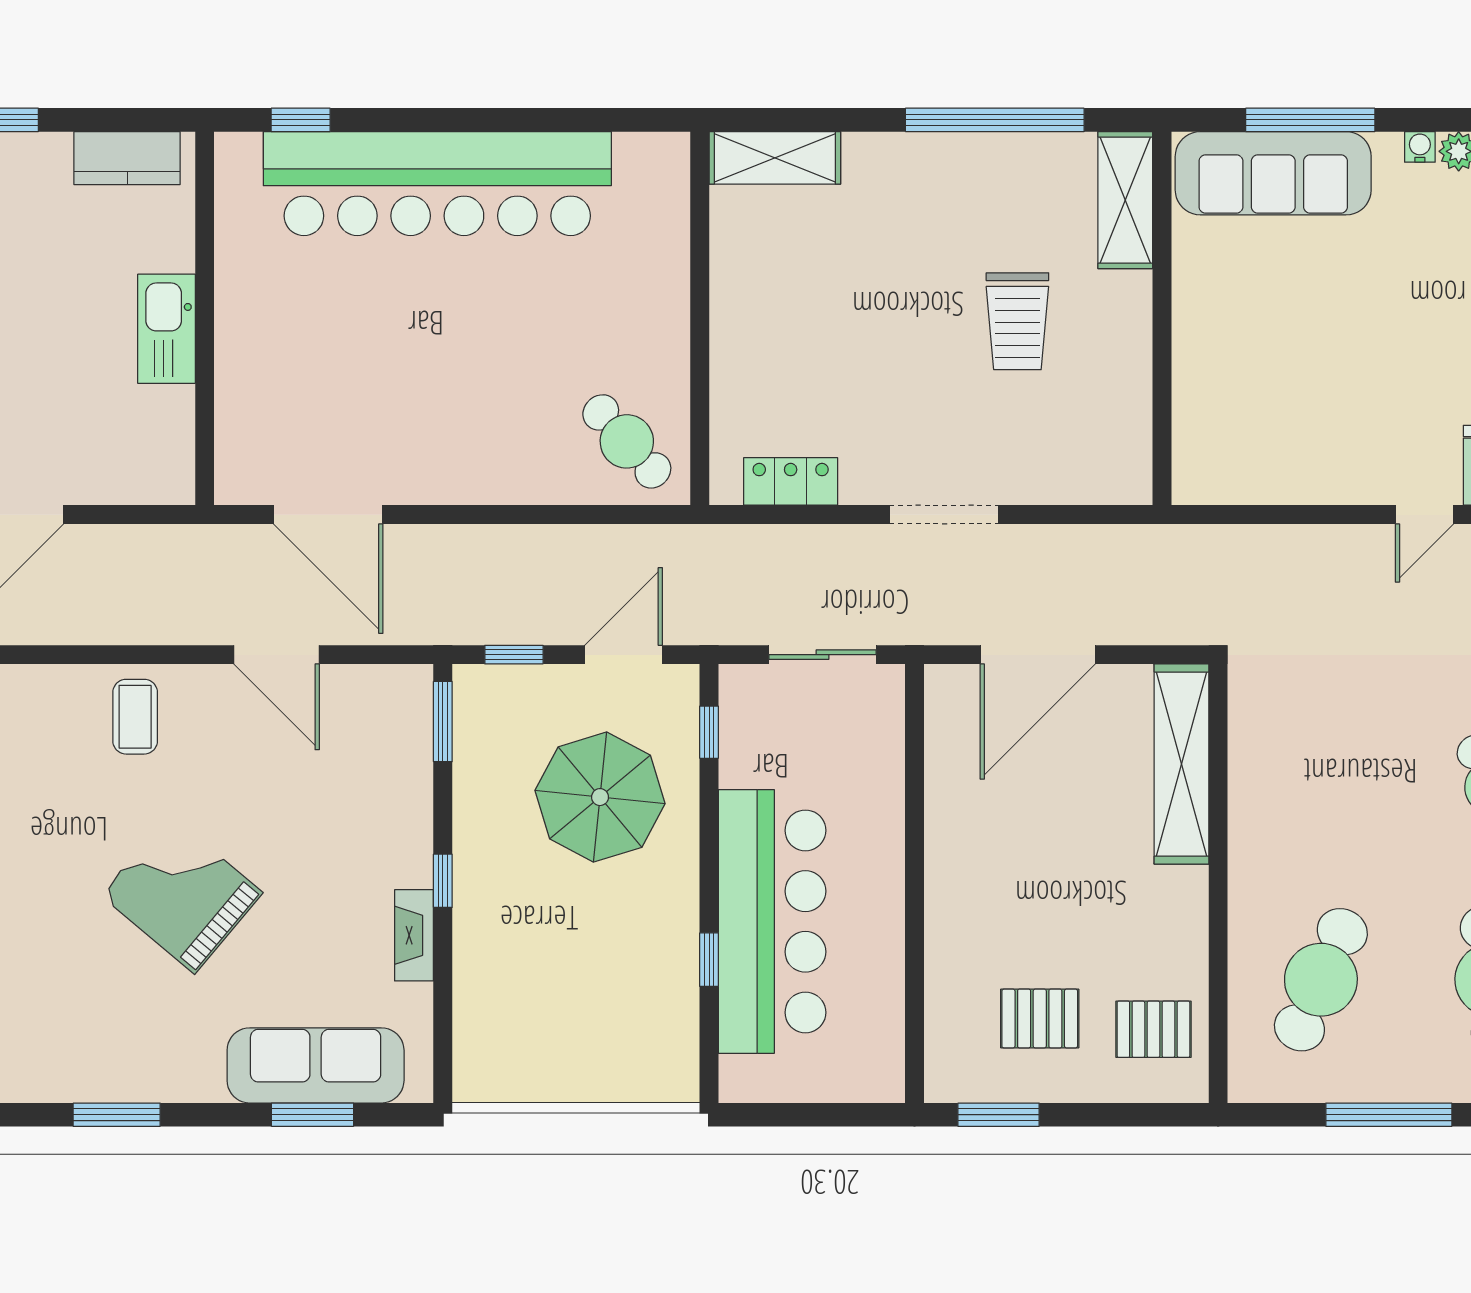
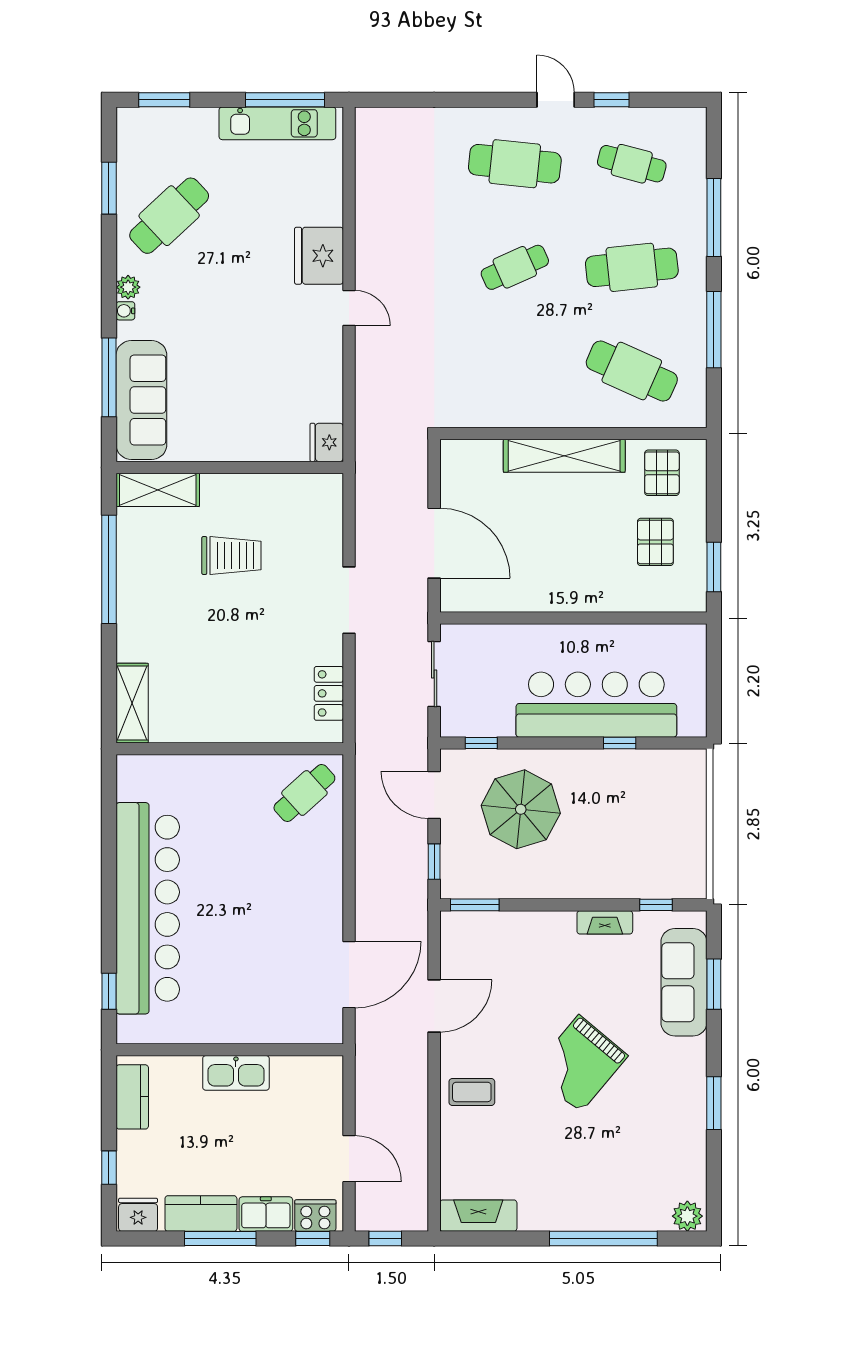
fridge: (1204, 478) -> (327, 442), added
shelving: (1181, 764) -> (564, 456), moved
window: (443, 881) -> (656, 905), moved

